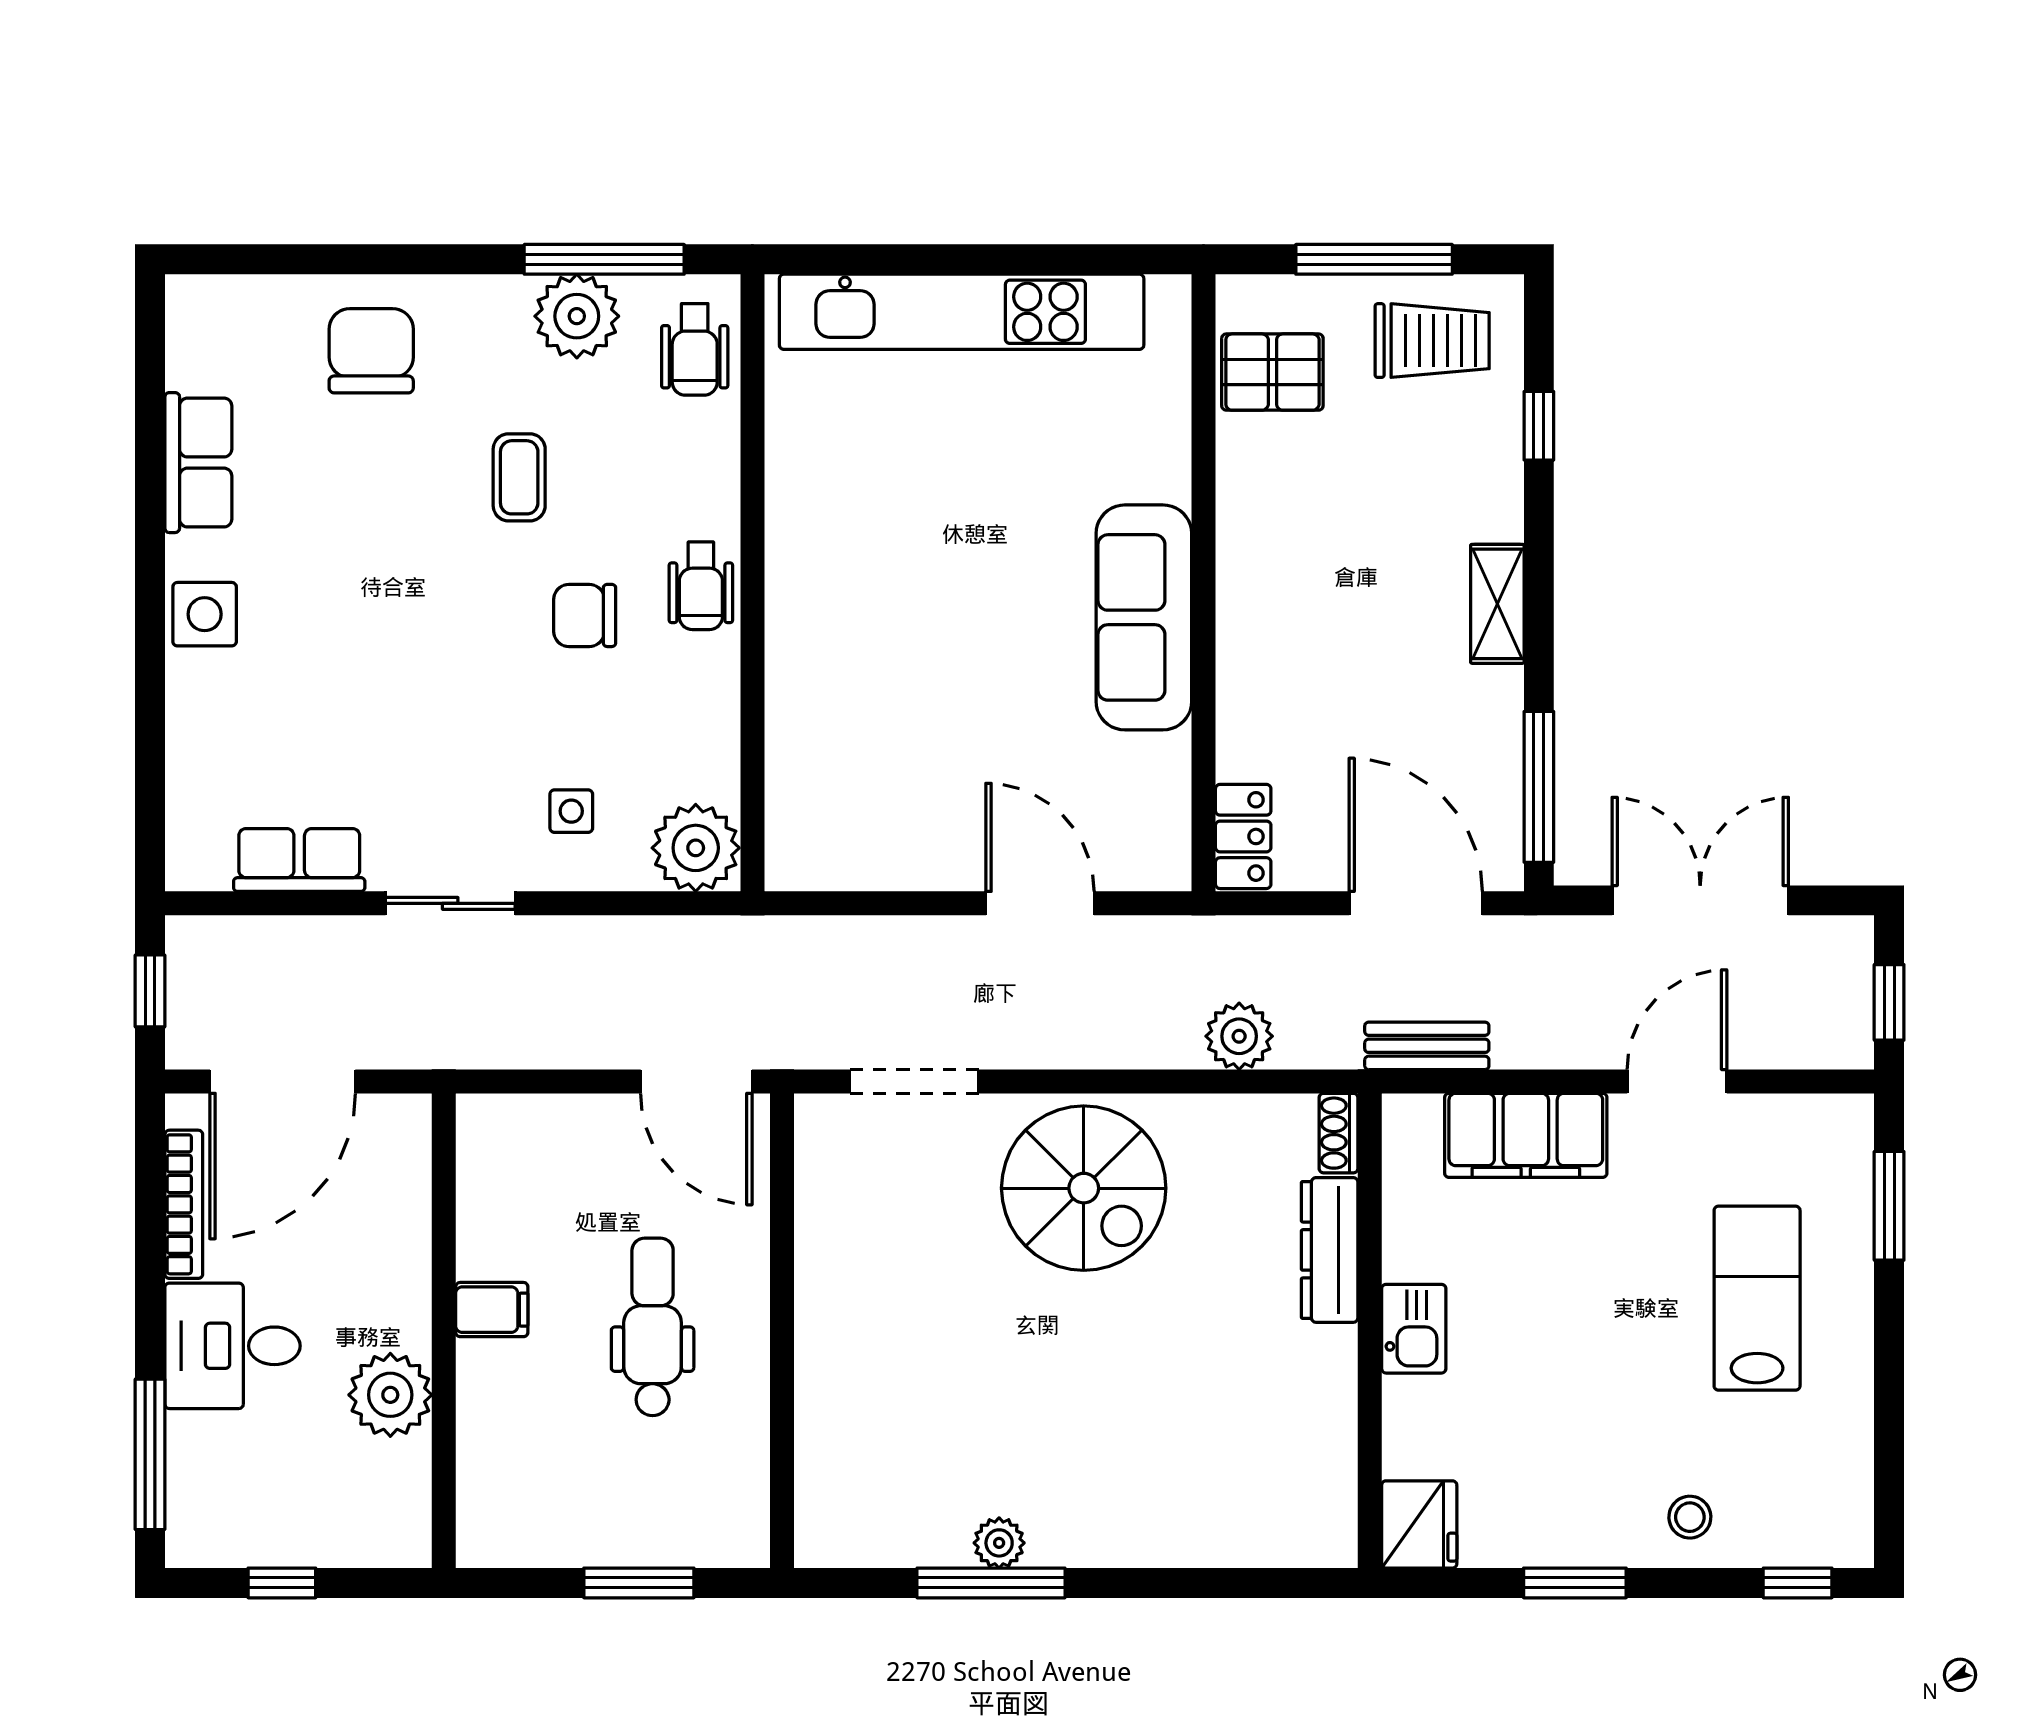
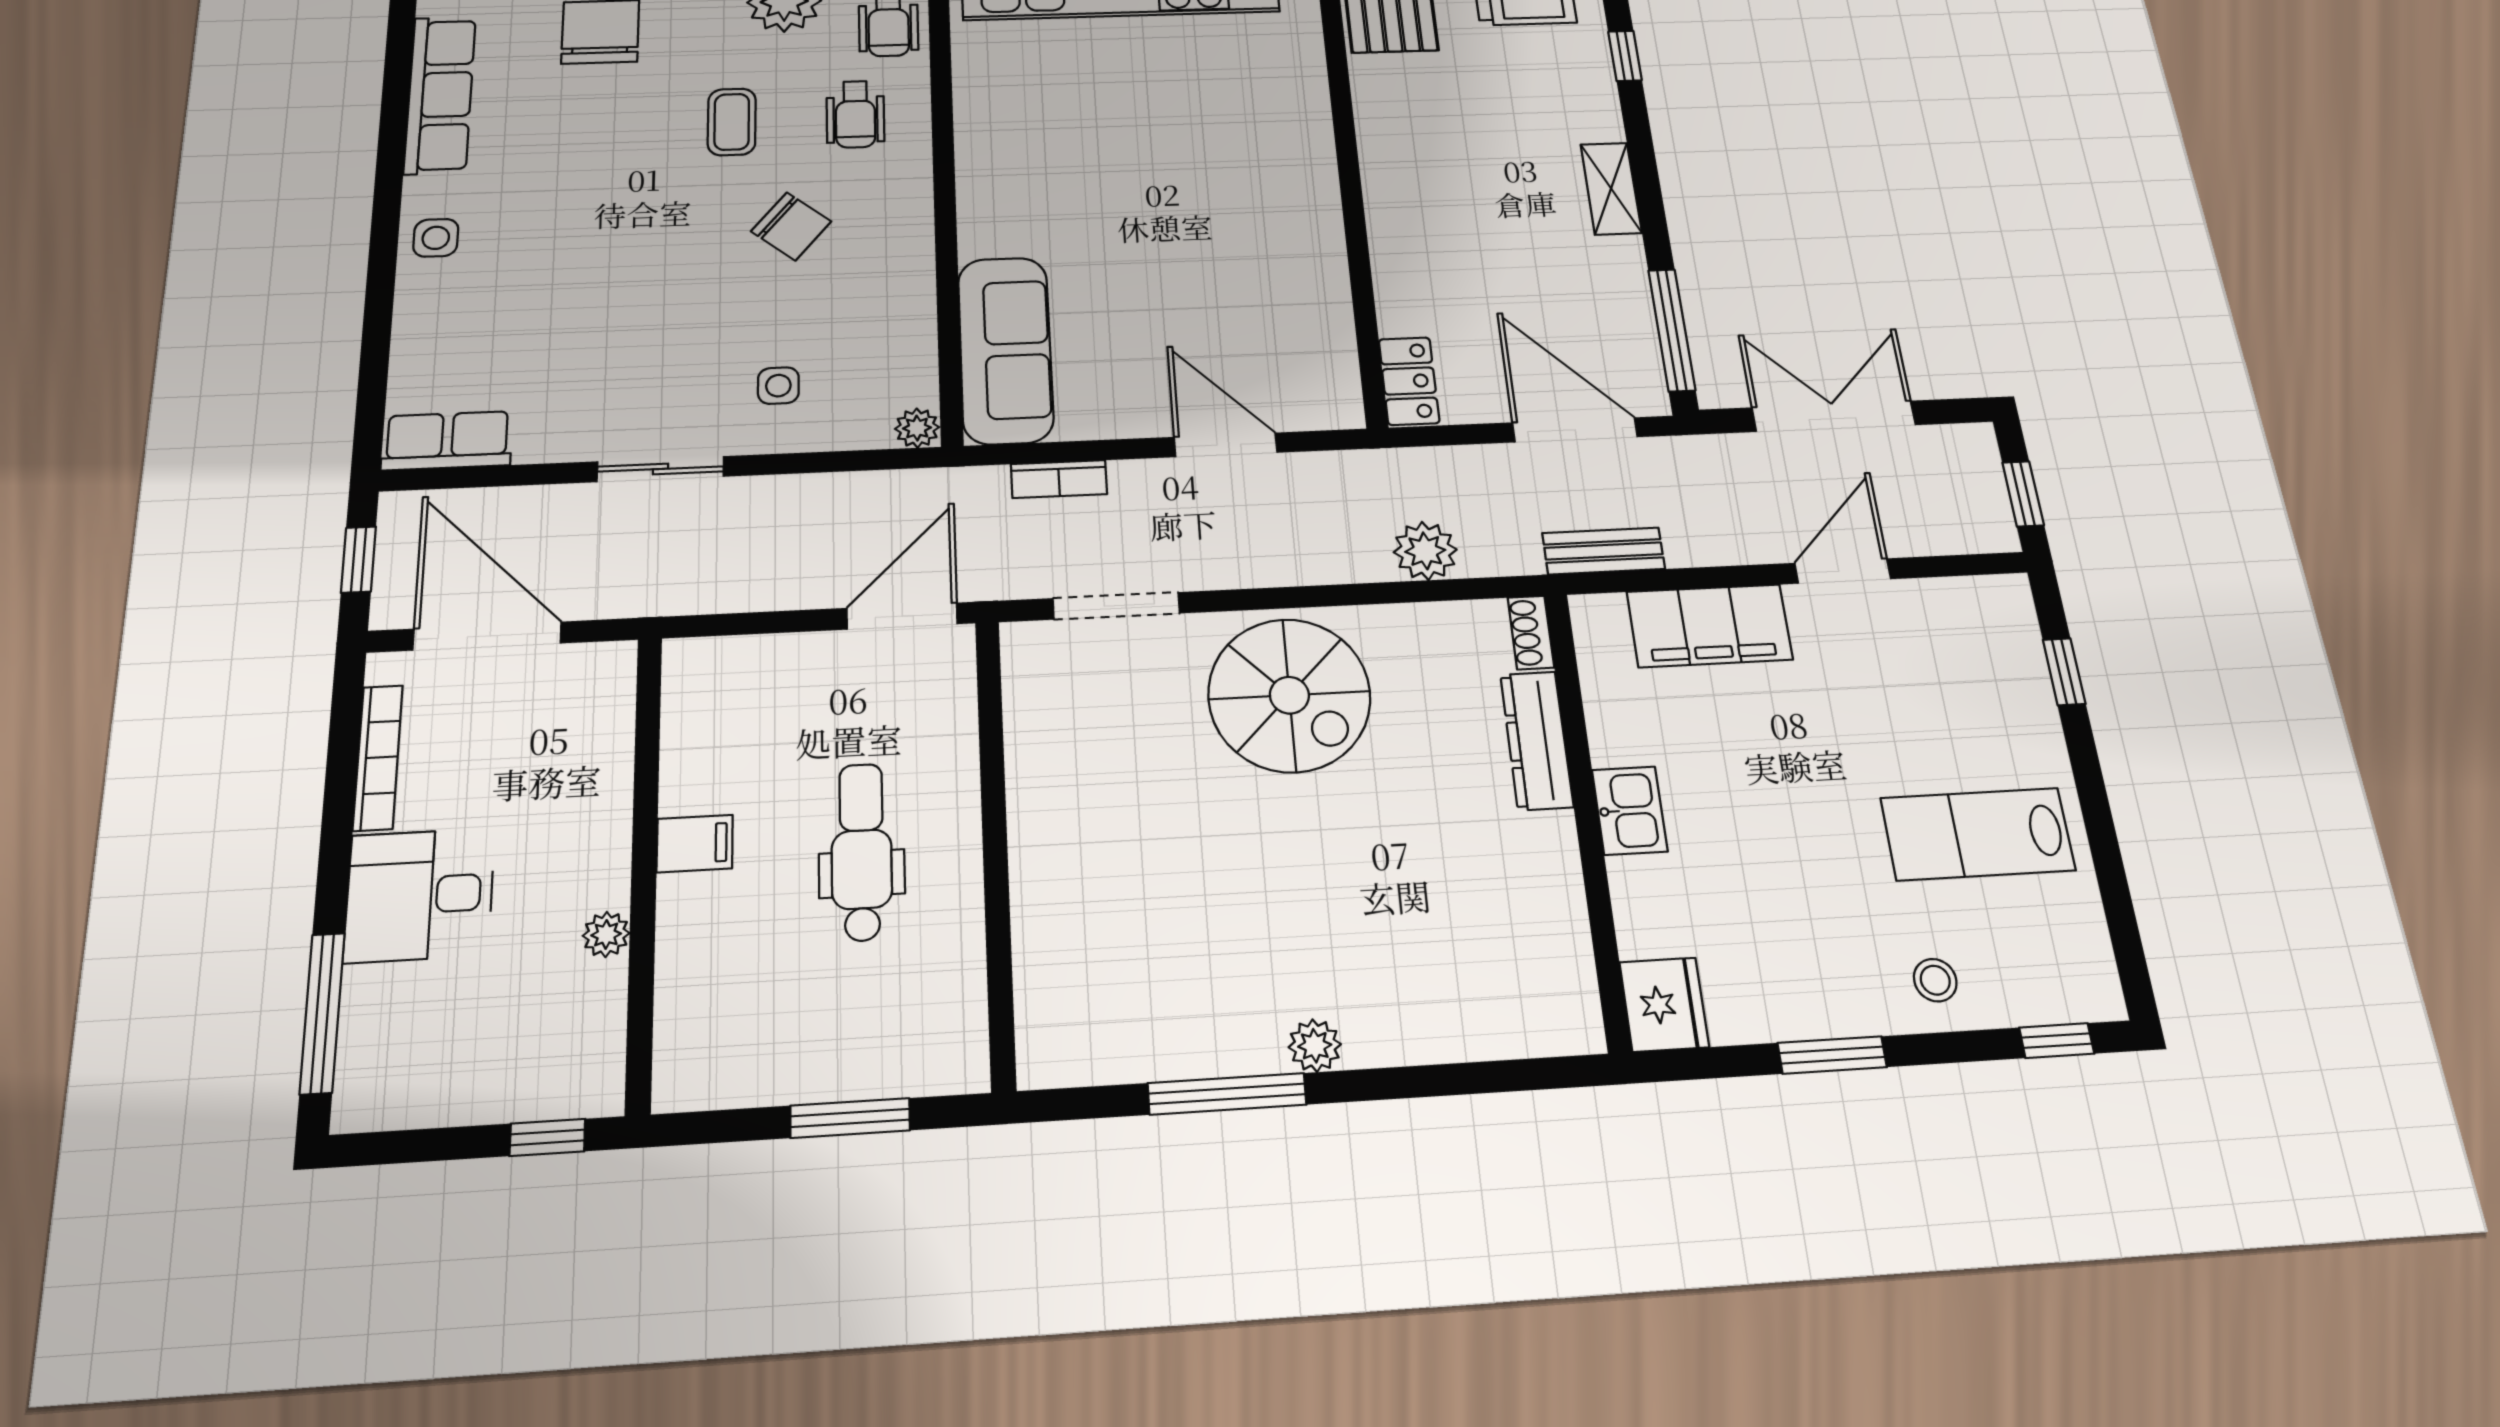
row of seats: (198, 463) -> (440, 95), width x1.48
wheelchair: (701, 586) -> (855, 114), moved
side table: (205, 614) -> (436, 238), width x0.73, depth x0.73
chair: (585, 615) -> (791, 226), turned -141
sofa: (1144, 617) -> (1005, 350), moved, turned 180
plant: (696, 848) -> (917, 428), width x0.53, depth x0.53
row of seats: (299, 860) -> (447, 441), moved
bookcase: (862, 935) -> (1059, 479), added
door: (283, 1081) -> (487, 636), swing flipped
door: (696, 1081) -> (902, 616), swing flipped
window: (1889, 1206) -> (2064, 672), width x0.67
lab bench: (1757, 1298) -> (1978, 834), moved, turned -90
plant: (390, 1395) -> (606, 934), width x0.53, depth x0.53
plant: (999, 1543) -> (1315, 1046), moved
window: (282, 1583) -> (547, 1137), moved

